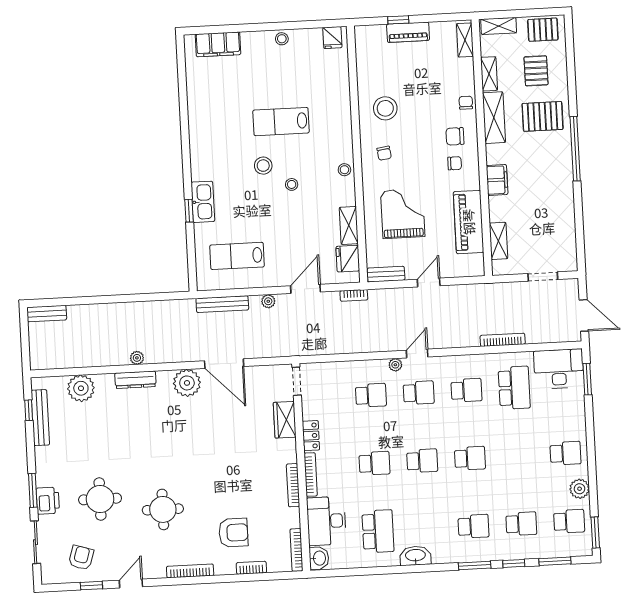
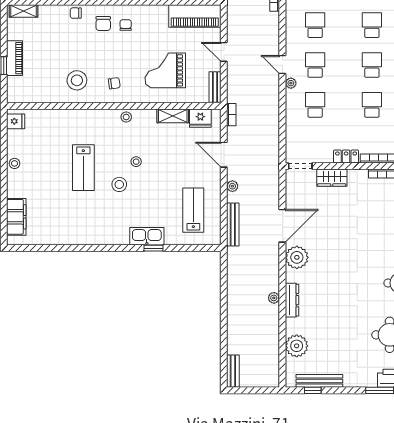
piano: (468, 222) -> (195, 16), moved
lab bench: (237, 256) -> (193, 210), turned 180

